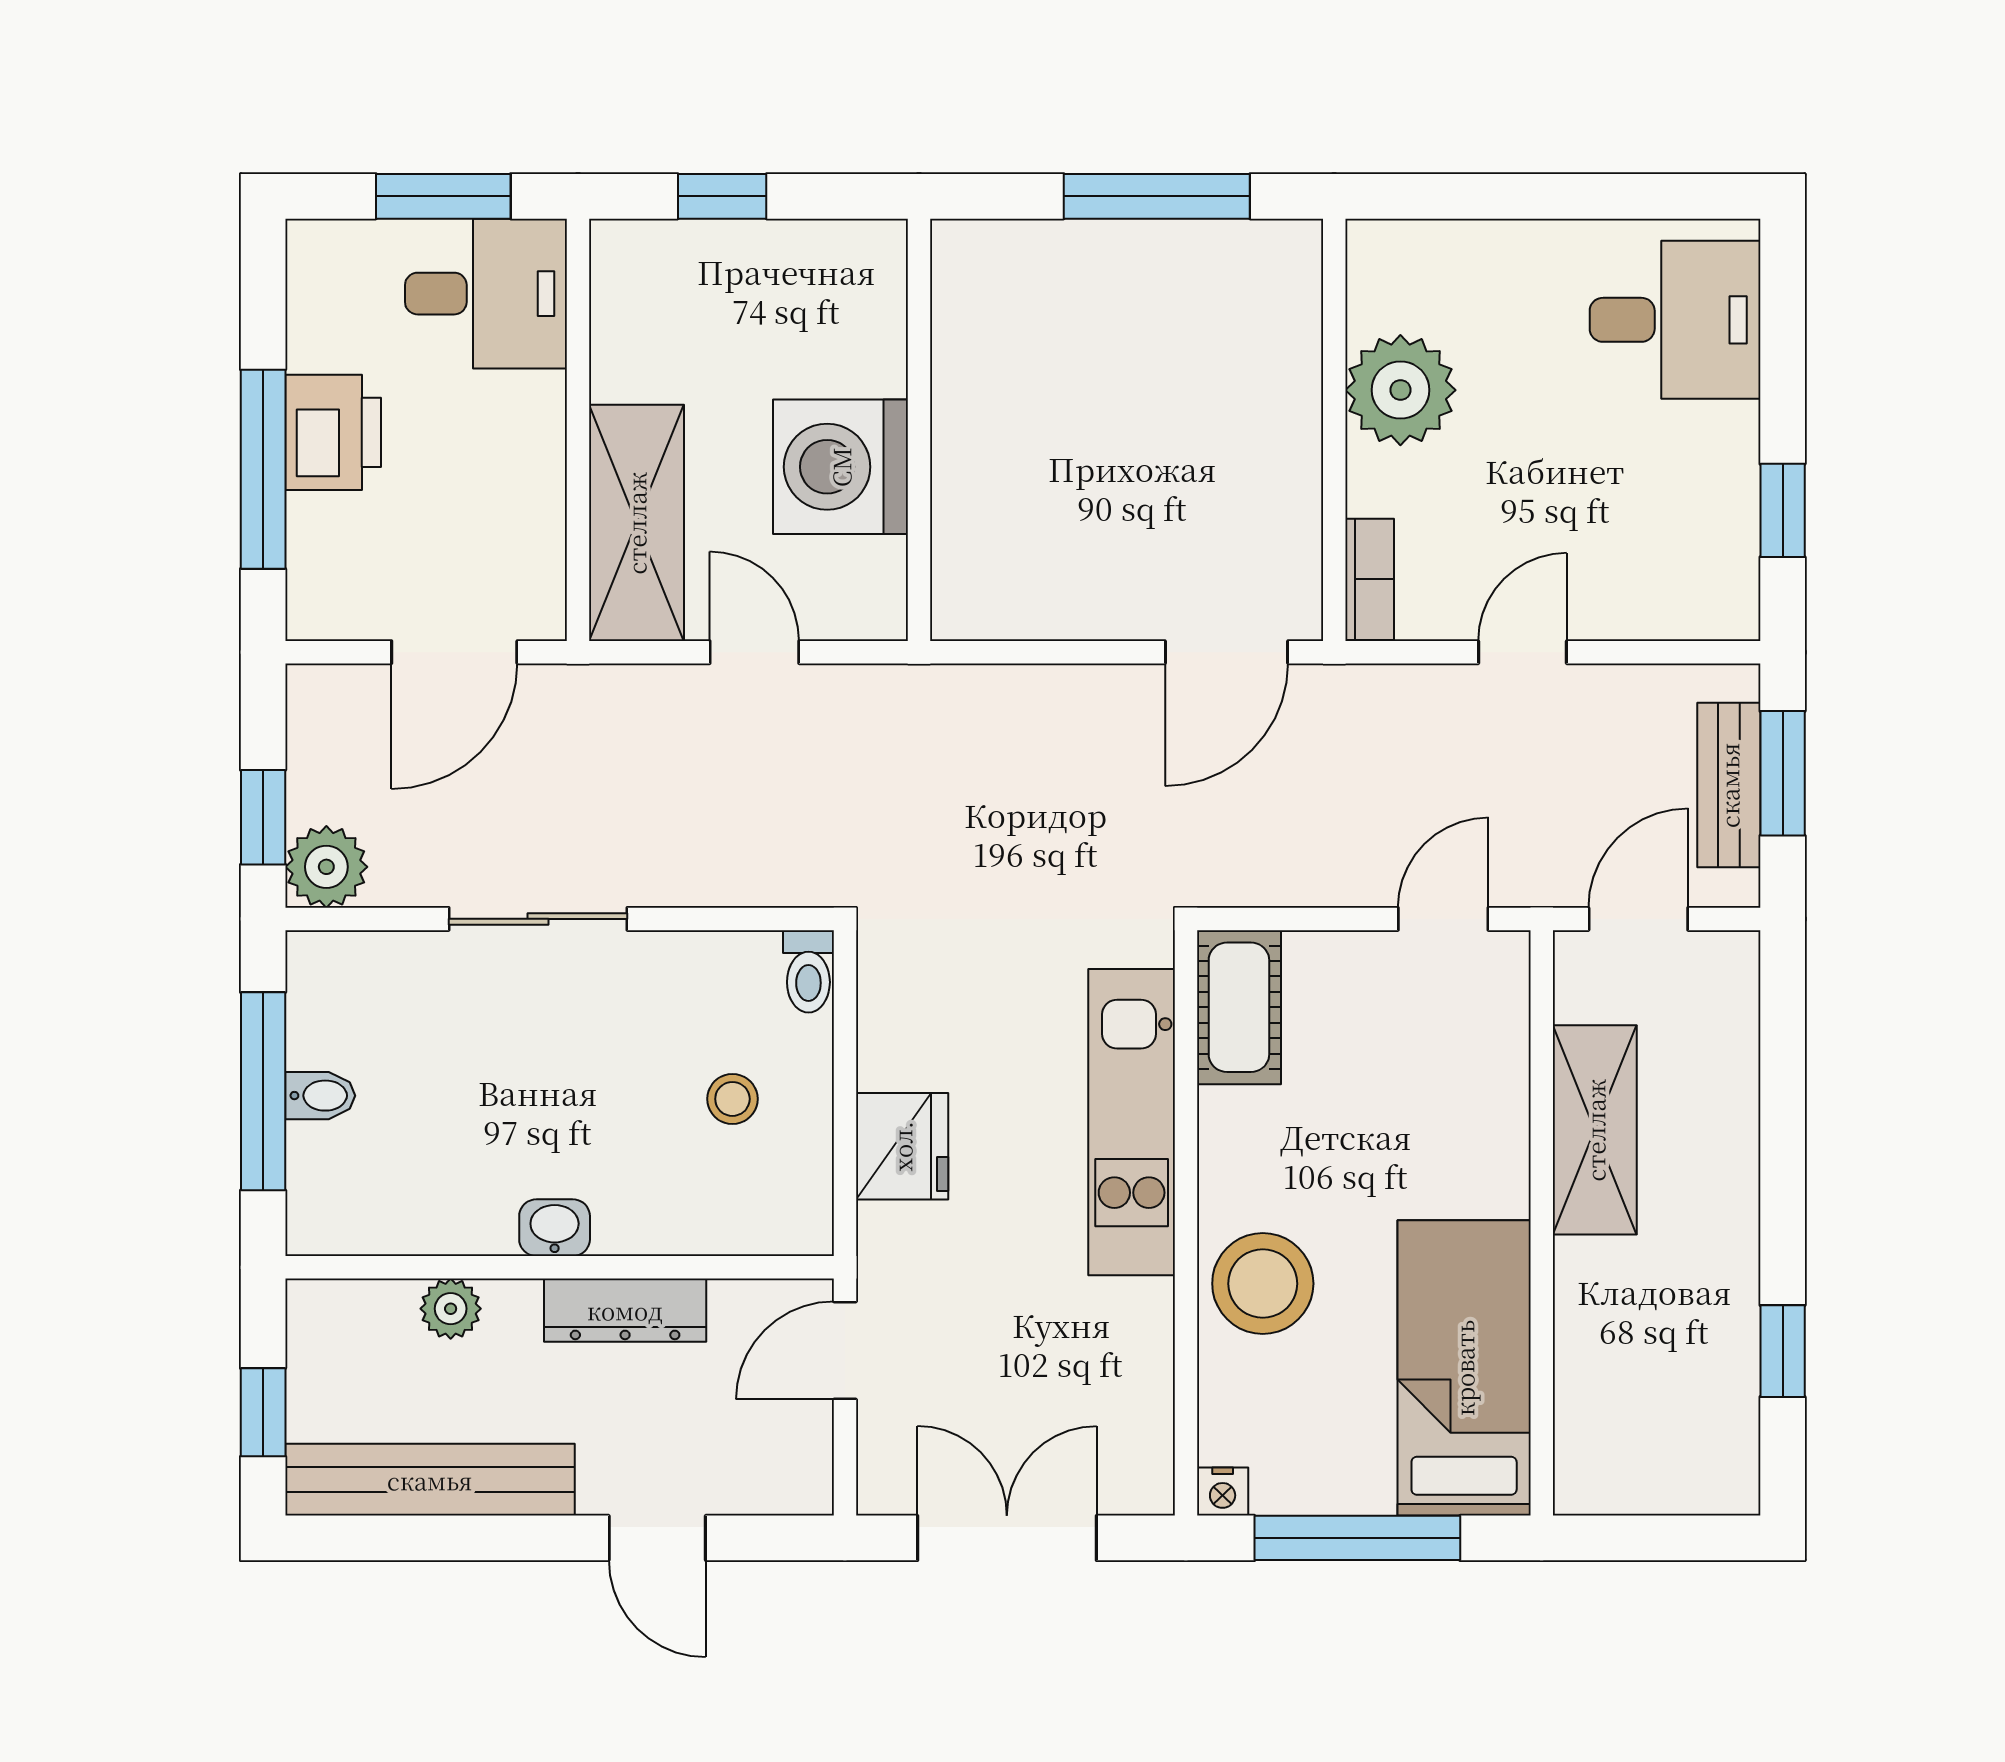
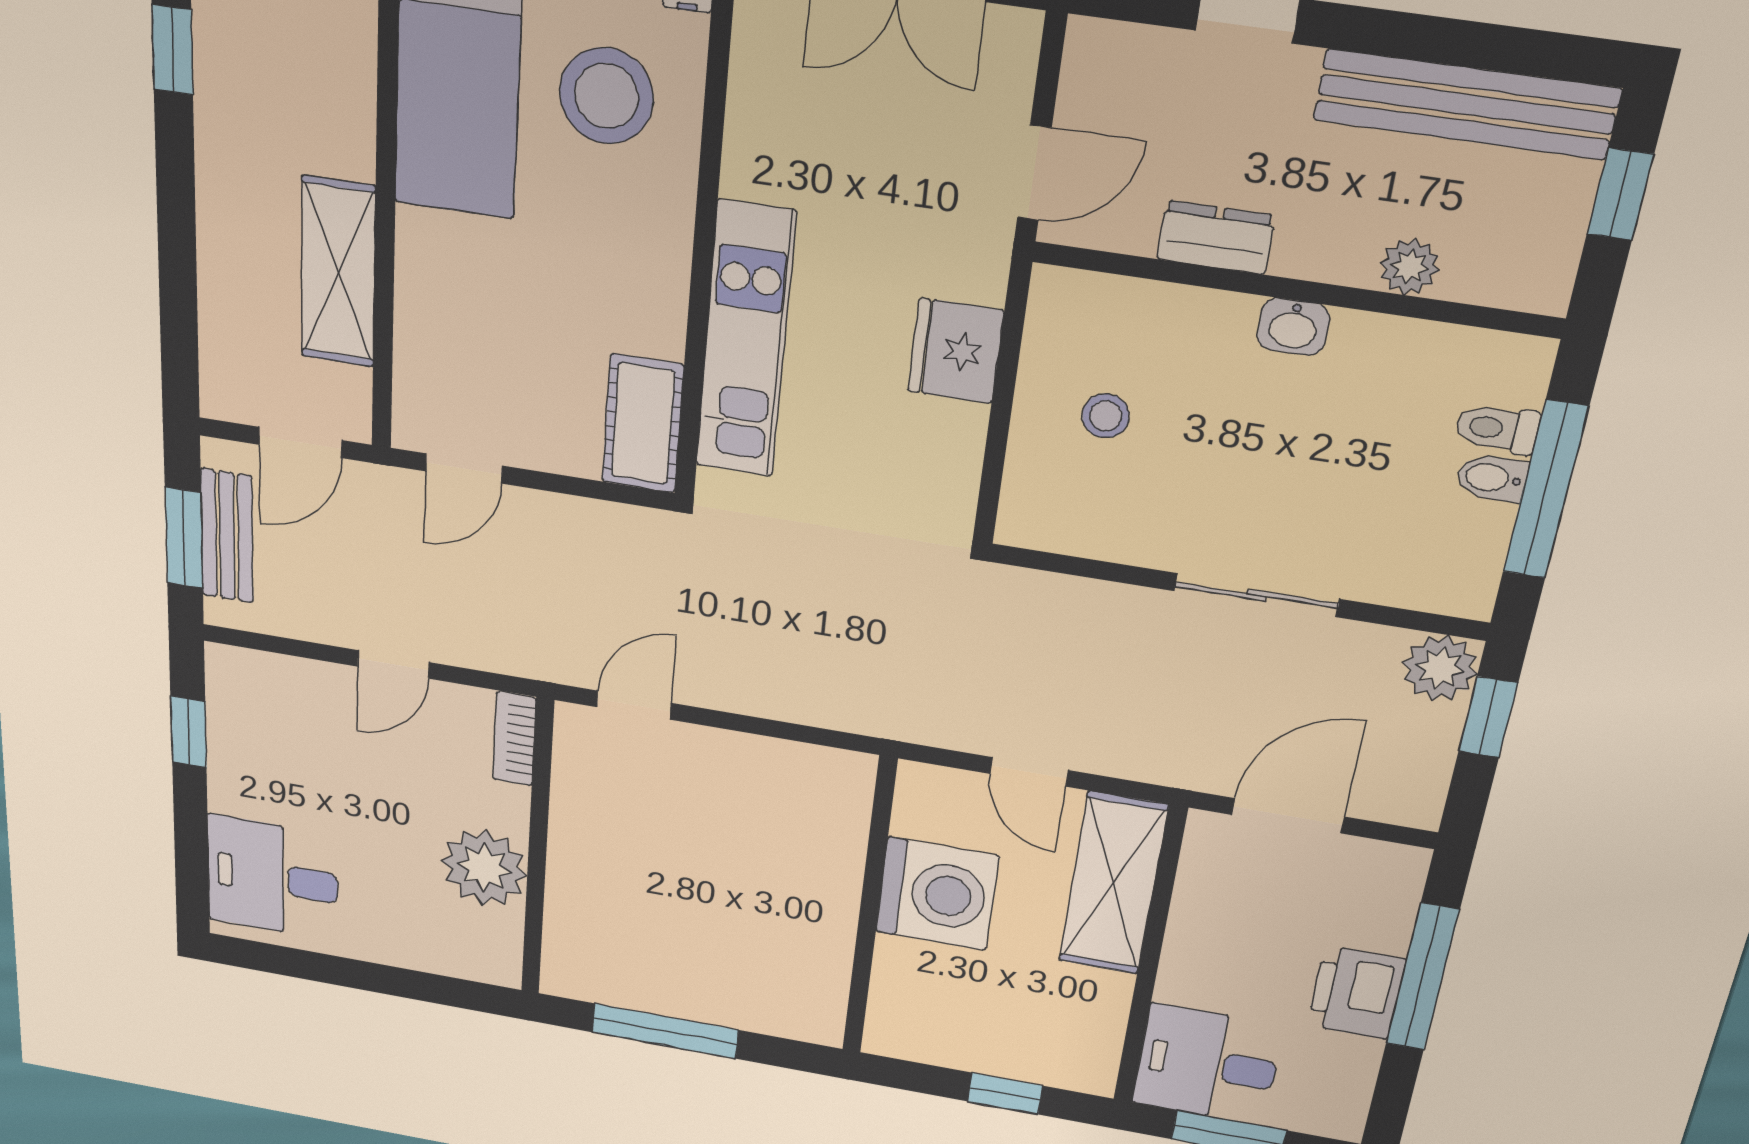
door: (1227, 652) -> (634, 705), width x0.73
toilet: (808, 971) -> (1497, 429), moved, turned -90
stool: (1263, 1284) -> (606, 96), moved
dresser: (625, 1310) -> (1216, 237), width x0.70

